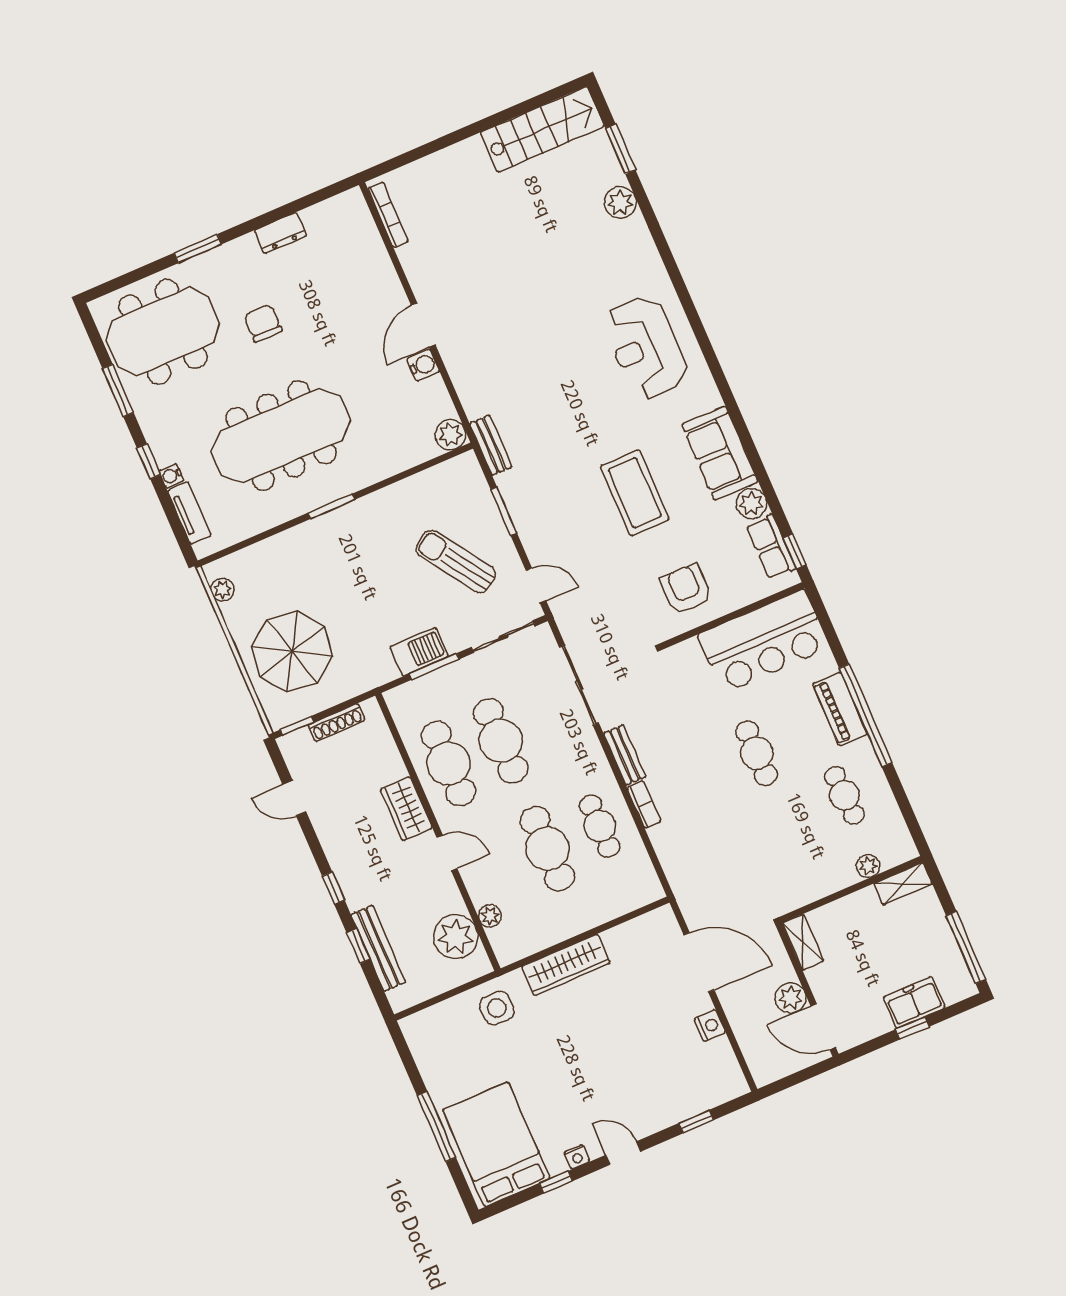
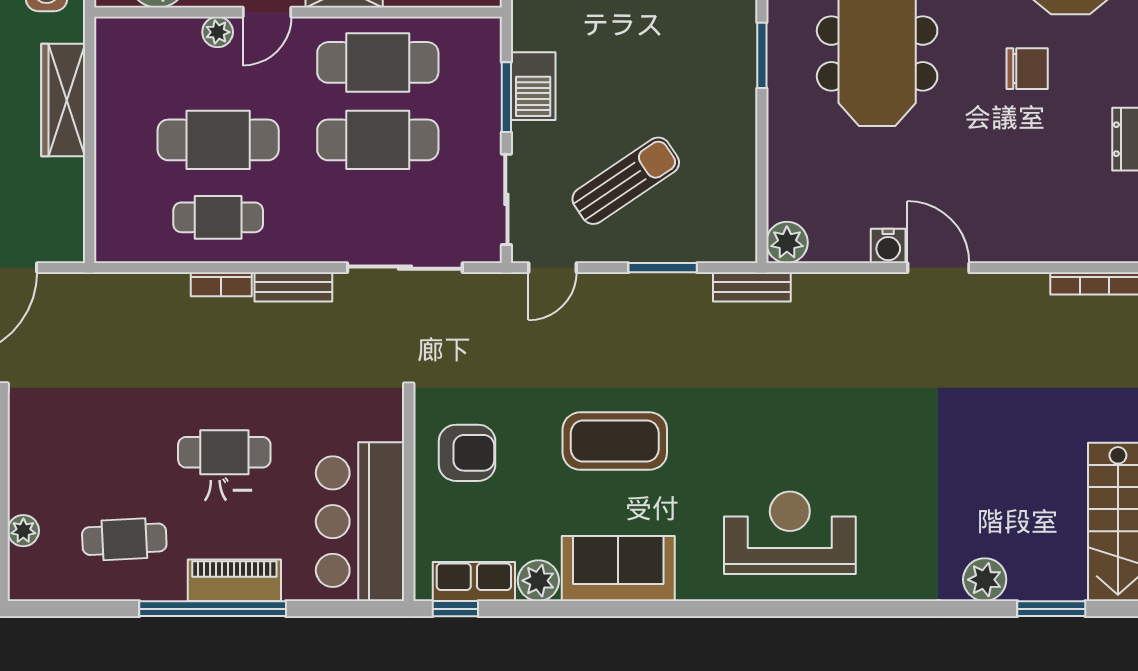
plant: (490, 916) -> (218, 32), moved

